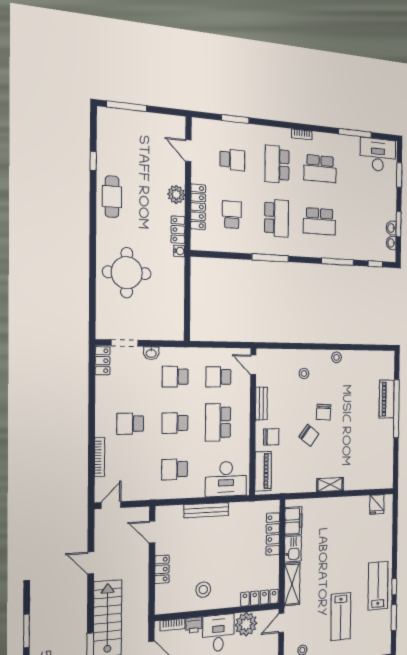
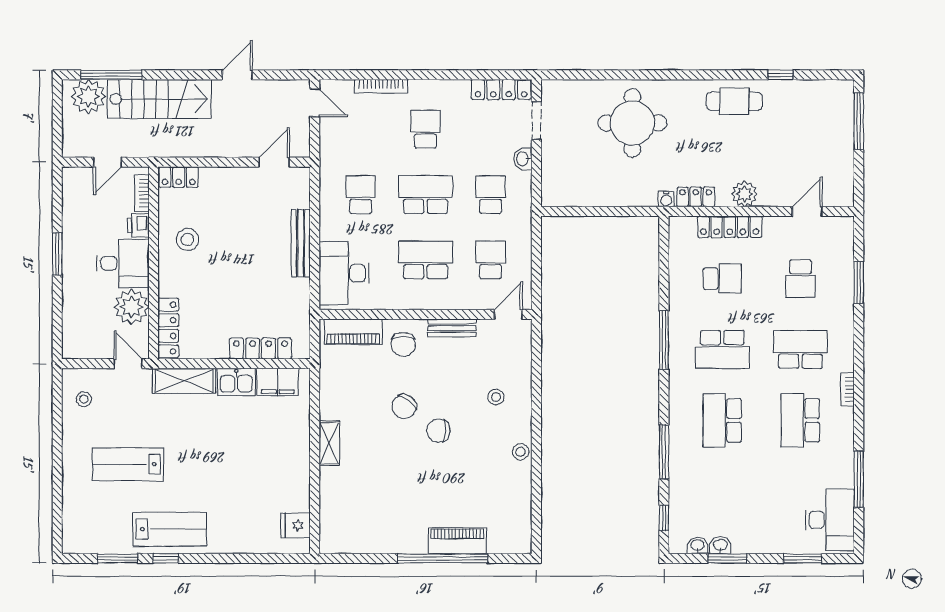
locker: (103, 361) -> (501, 90), width x1.53
school desk: (175, 423) -> (426, 195), width x1.85
locker: (162, 569) -> (179, 177), moved

